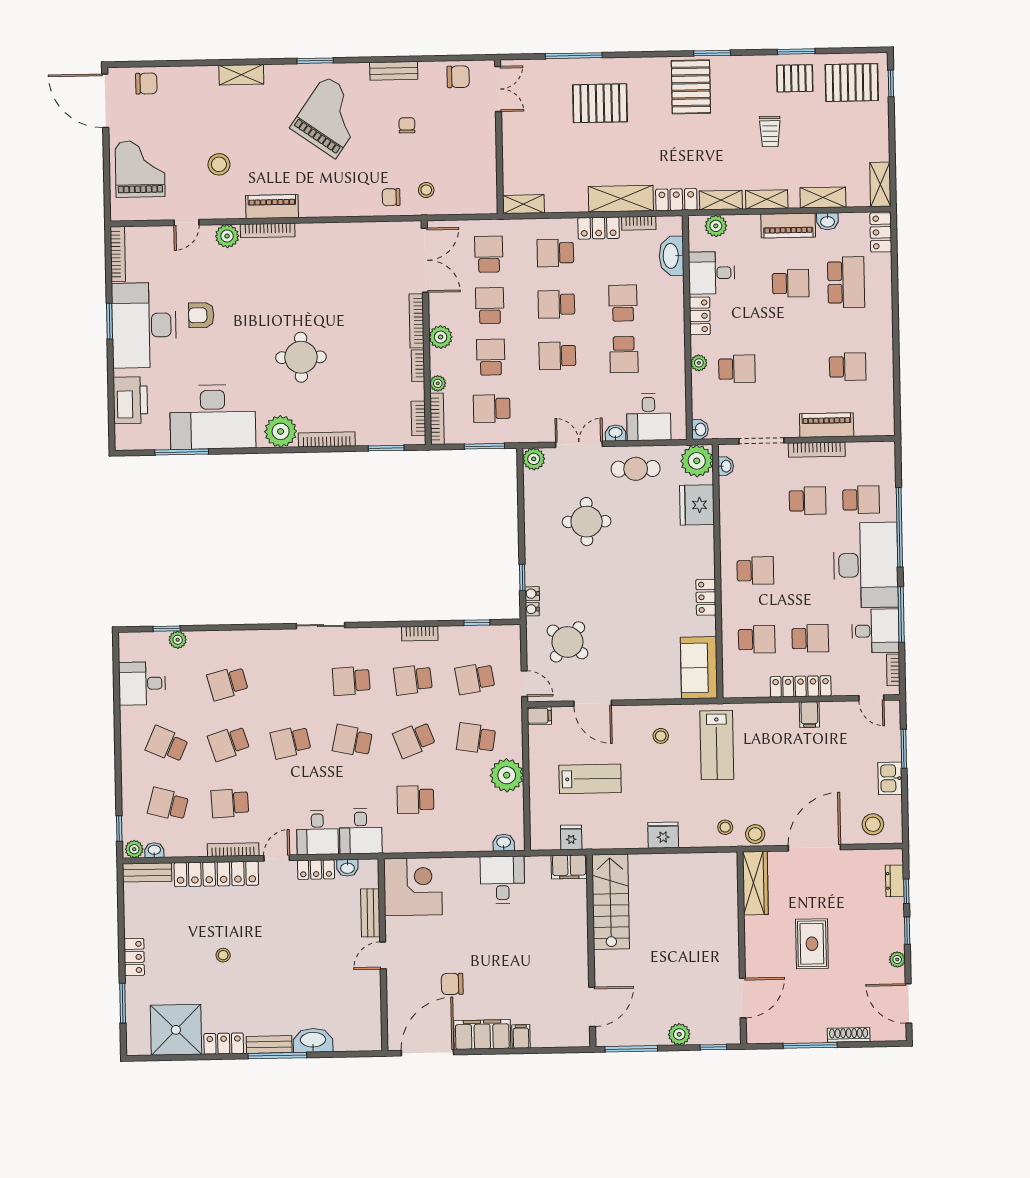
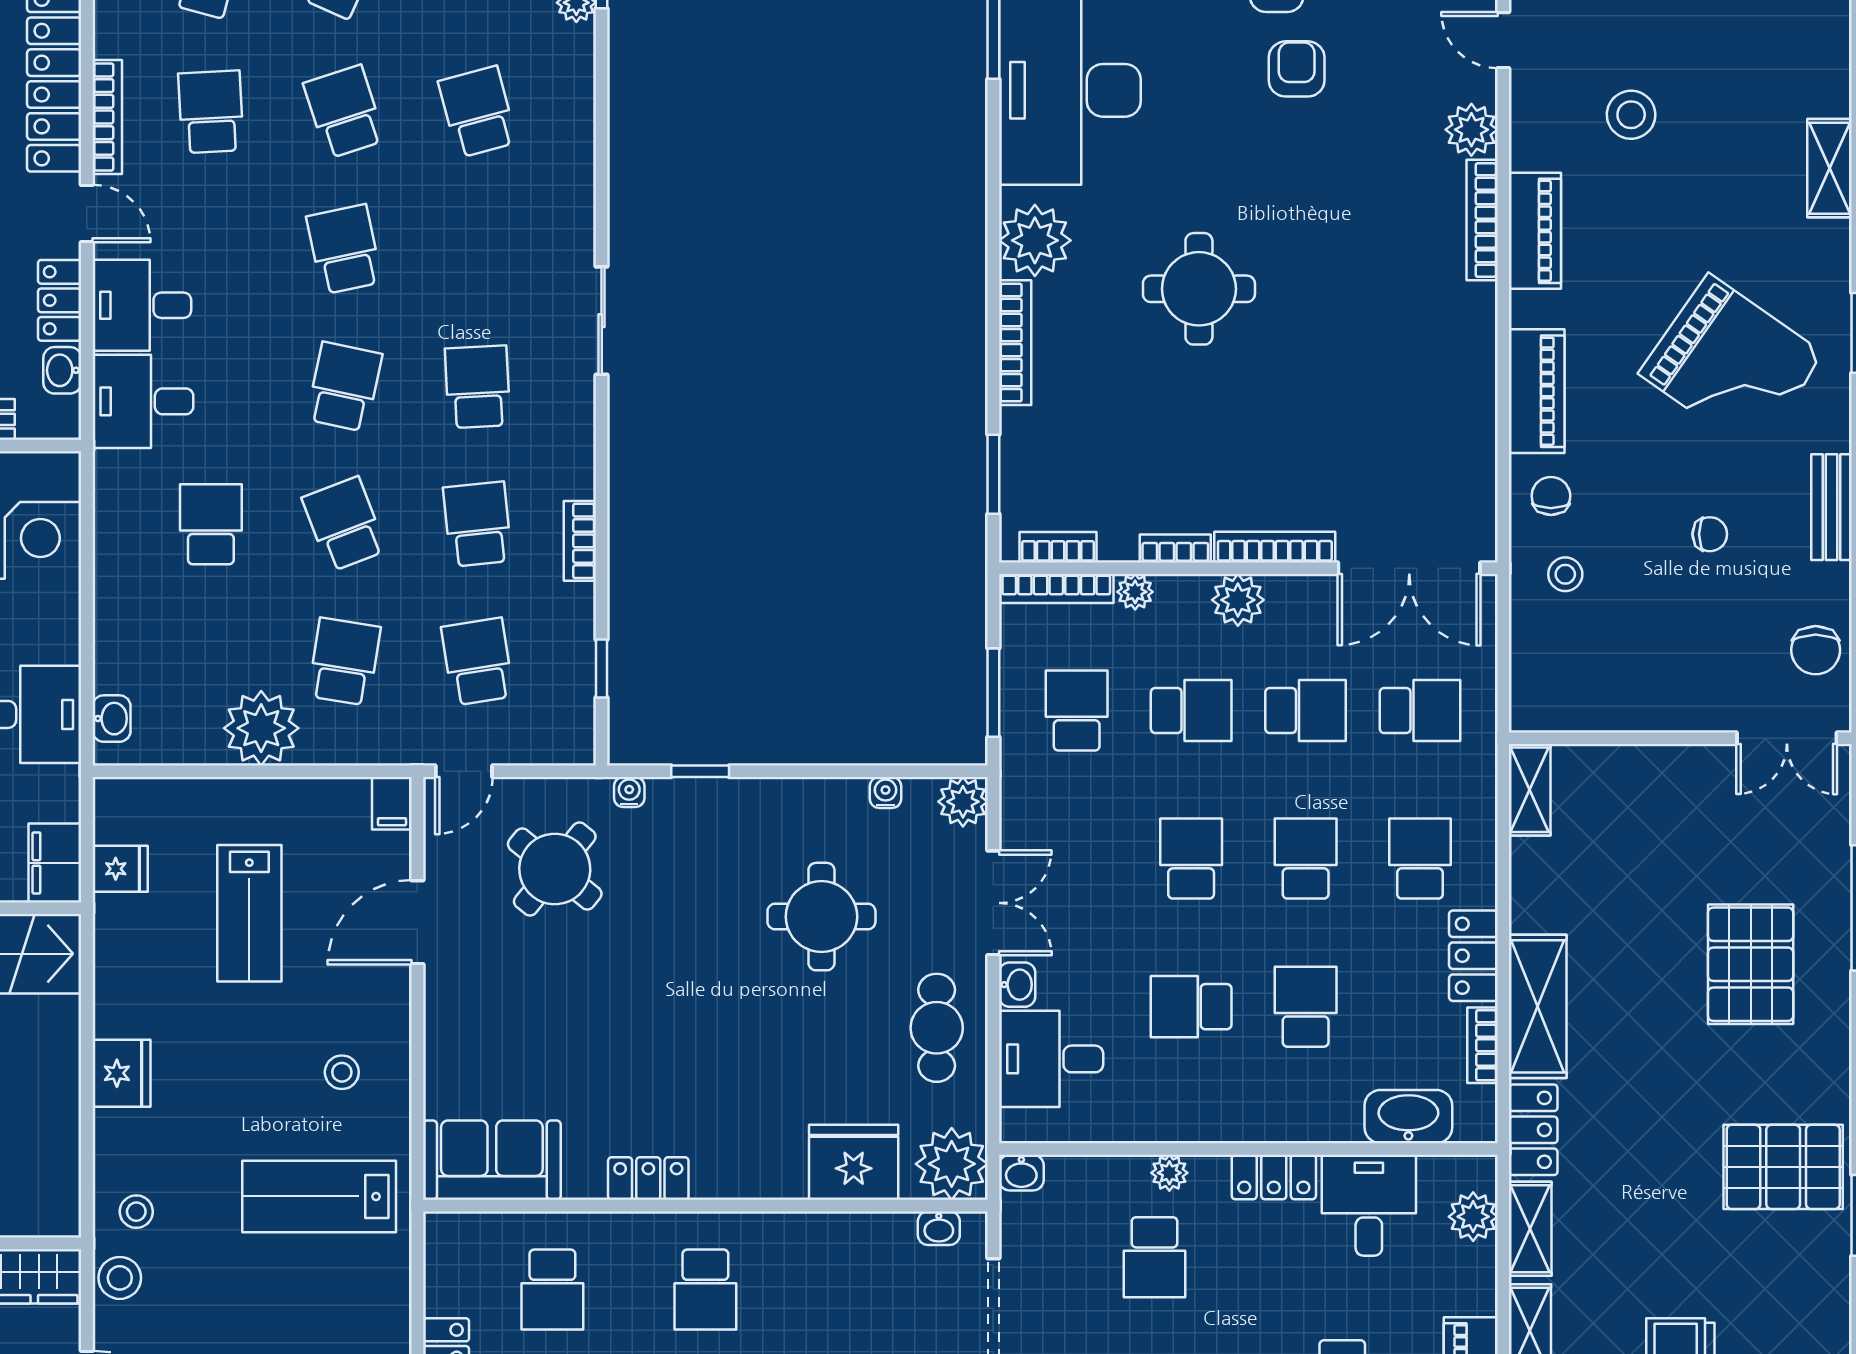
piano: (344, 204) -> (1537, 391), added
school desk: (623, 303) -> (1306, 1007), turned -90
water cooler: (532, 594) -> (886, 792), moved

